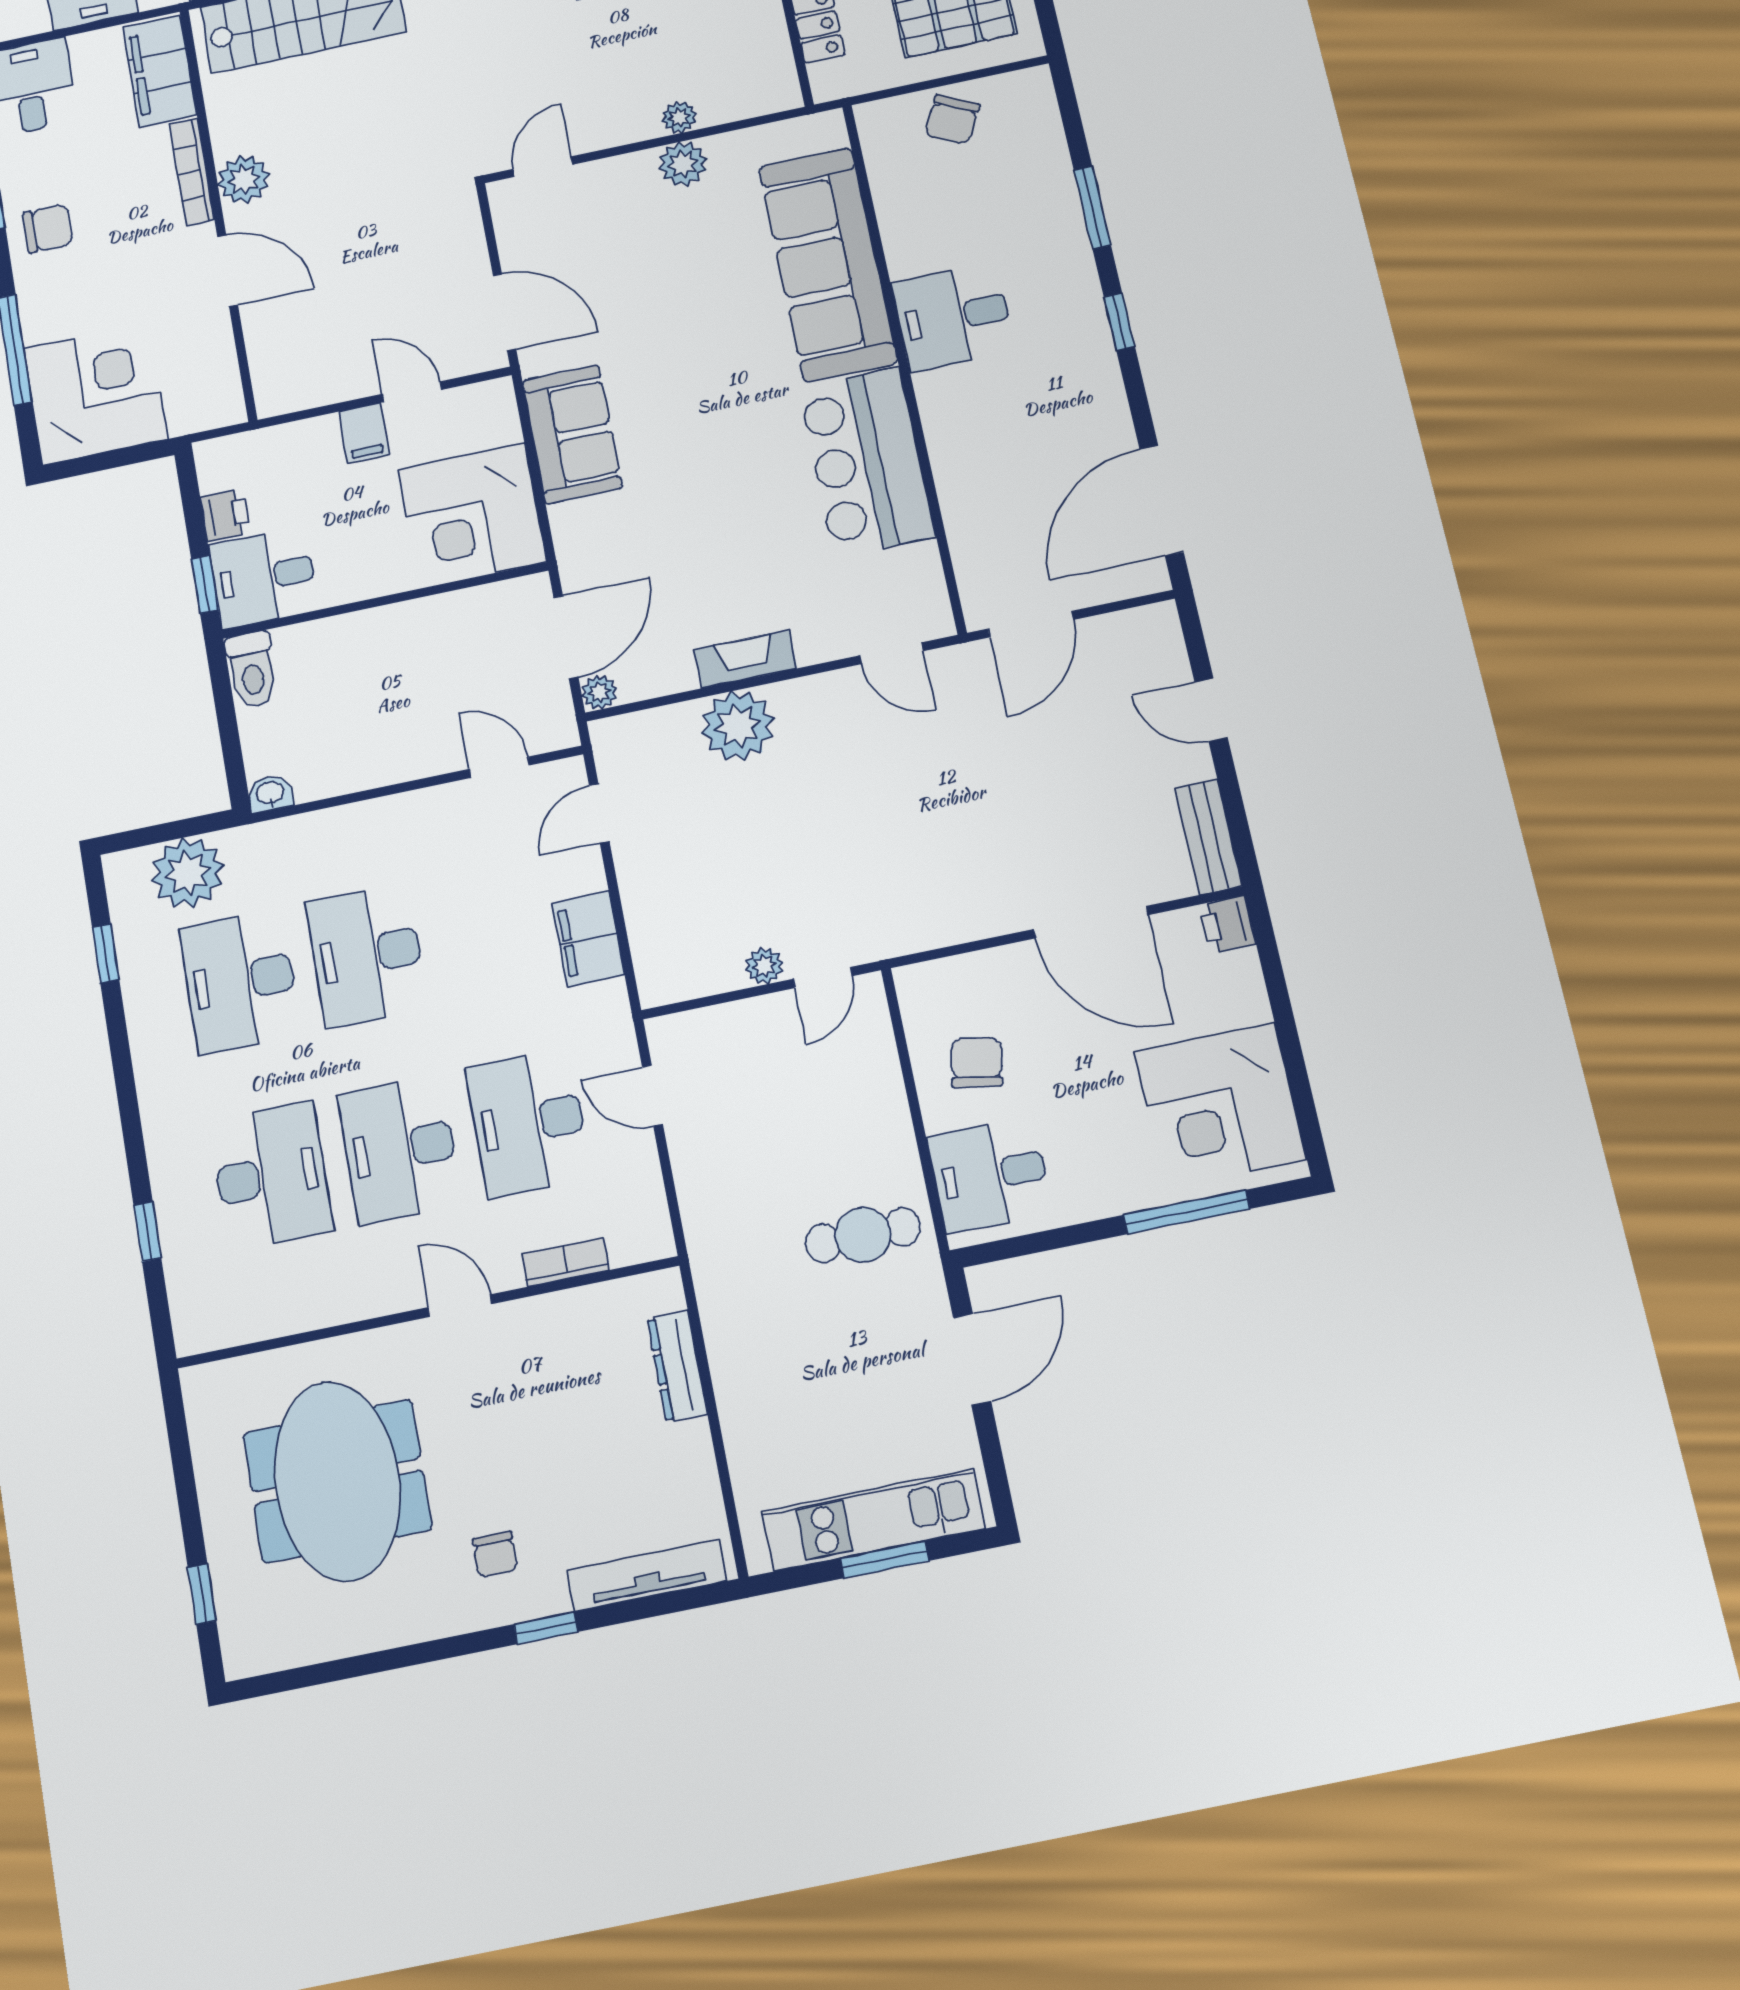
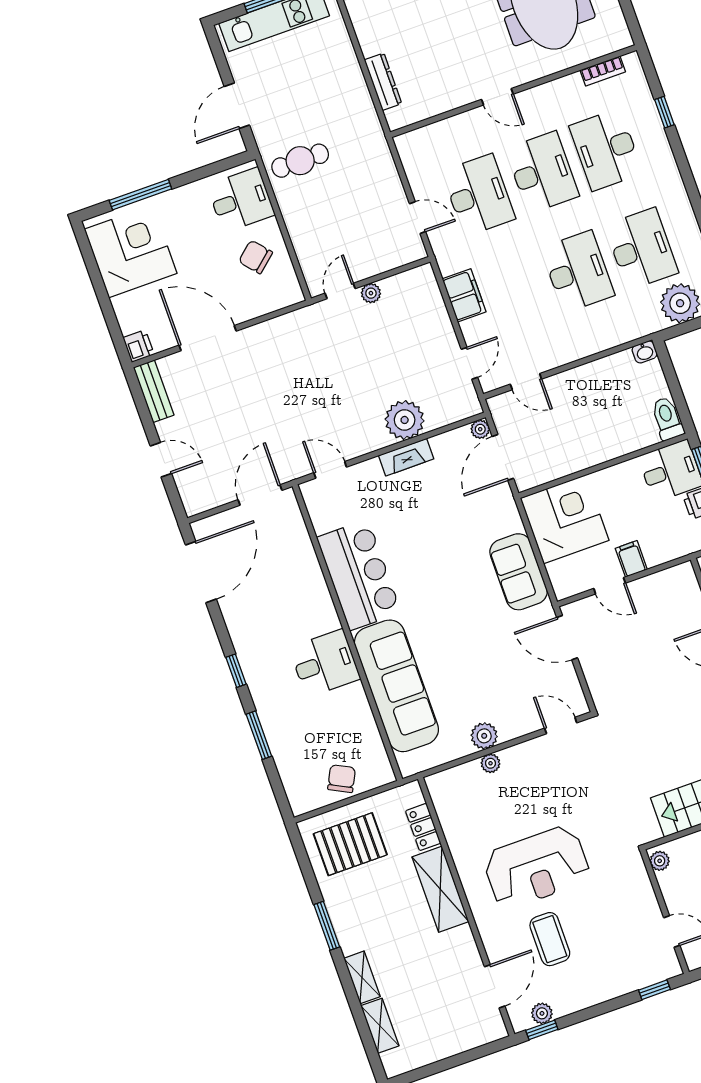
door: (543, 167) -> (561, 725), swing flipped
chair: (977, 1063) -> (256, 257), turned 129
bookcase: (566, 1262) -> (603, 71), moved

